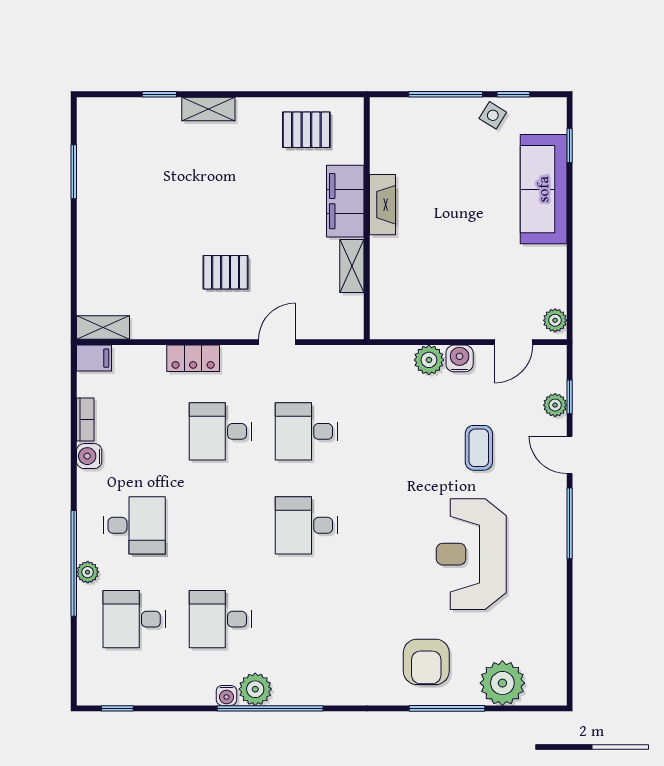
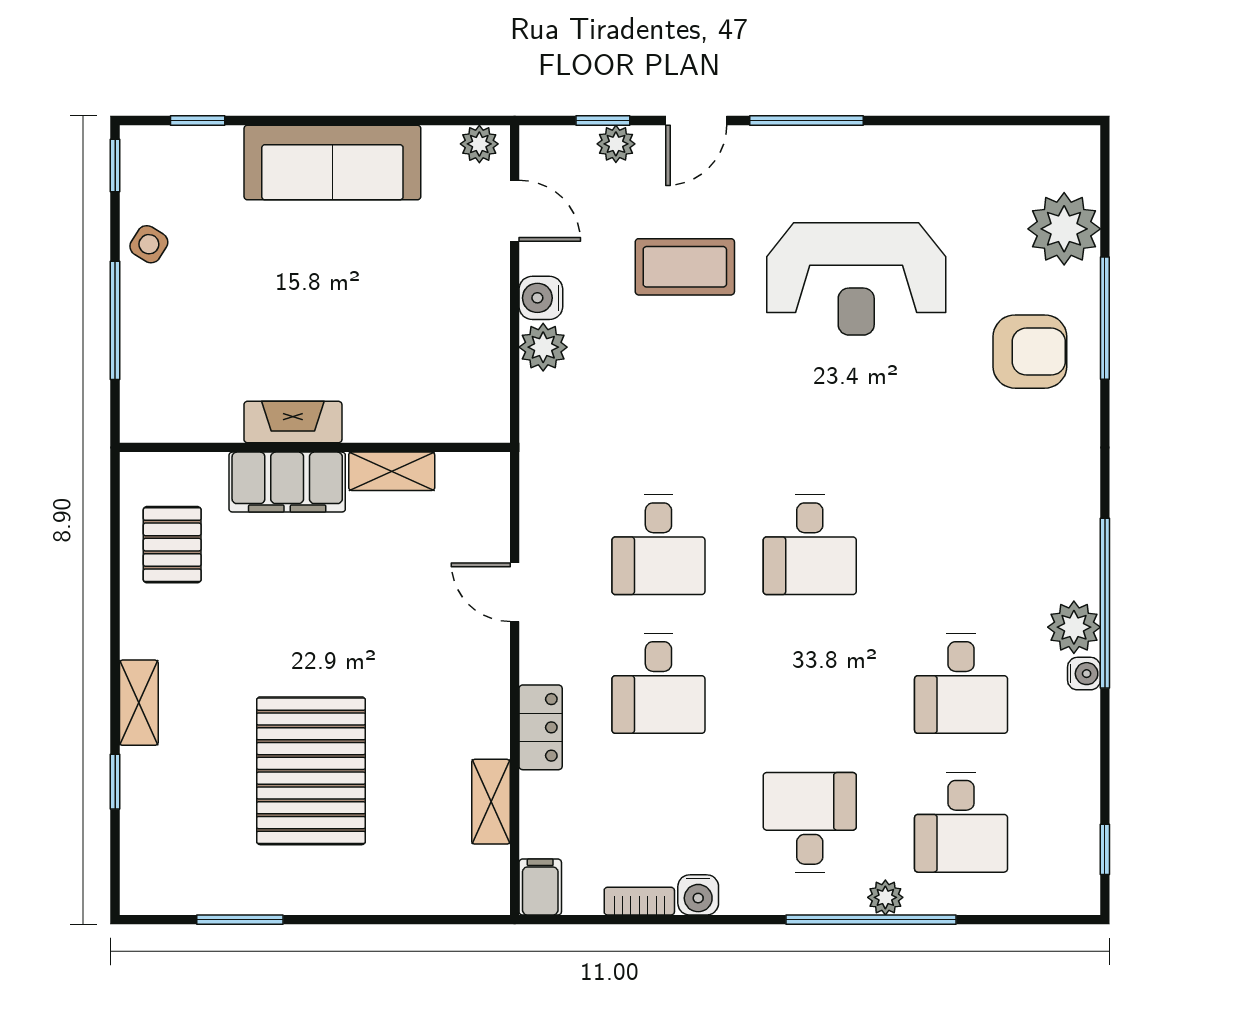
window: (513, 94) -> (115, 165), moved
sofa: (544, 189) -> (332, 163), moved
pallet: (226, 272) -> (311, 771), moved, width x2.05, depth x2.00
shelving: (103, 327) -> (491, 802), moved
coffee table: (479, 448) -> (685, 267), width x1.36, depth x1.30

